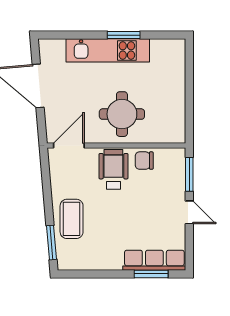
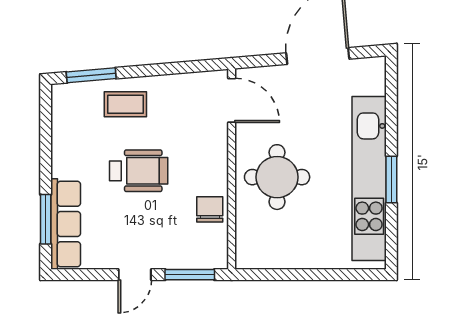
kitchen unit: (108, 50) -> (369, 179), width x1.36
wheelchair: (113, 169) -> (139, 171), moved
coffee table: (72, 219) -> (125, 104), width x0.73, depth x0.77

